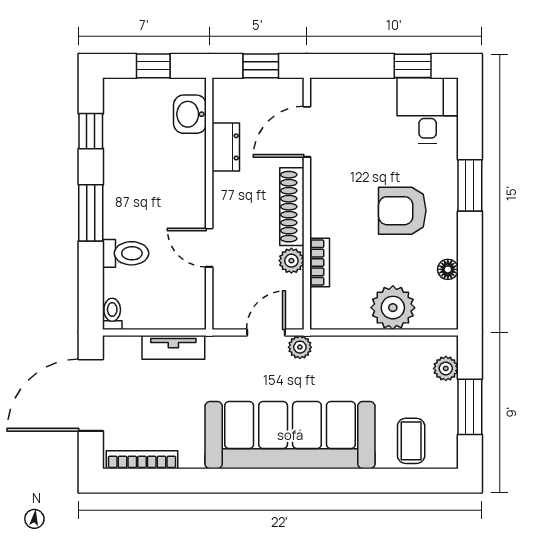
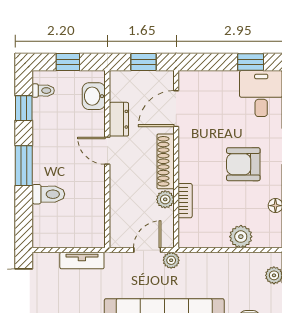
door: (209, 248) -> (107, 151), moved
plant: (393, 308) -> (241, 237), width x0.73, depth x0.73
toilet: (112, 314) -> (43, 91), moved, turned 90

